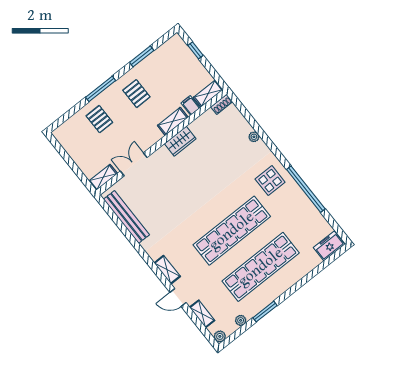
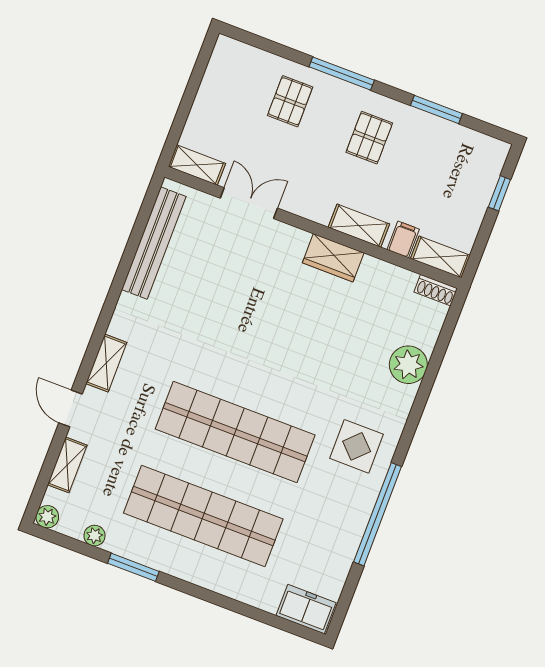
plant: (254, 137) -> (408, 365), width x1.88, depth x1.88

